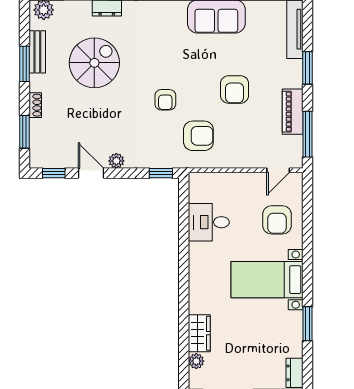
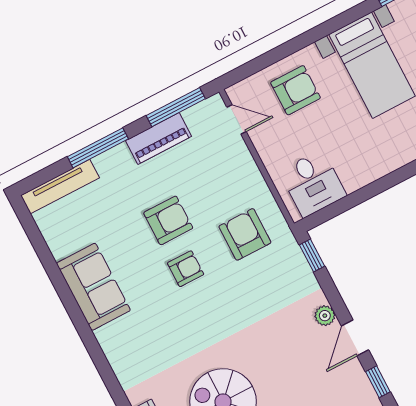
window: (307, 68) -> (98, 148), width x1.44
armchair: (165, 100) -> (186, 269), moved
desk: (209, 222) -> (313, 183), moved

